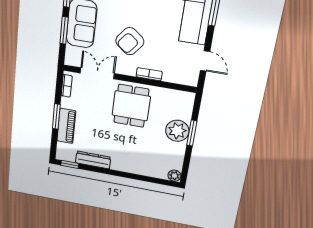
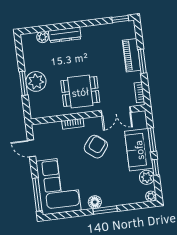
dining table: (131, 106) -> (80, 92), turned 90
dresser: (93, 160) -> (65, 35), moved
plant: (174, 176) -> (42, 37), moved

